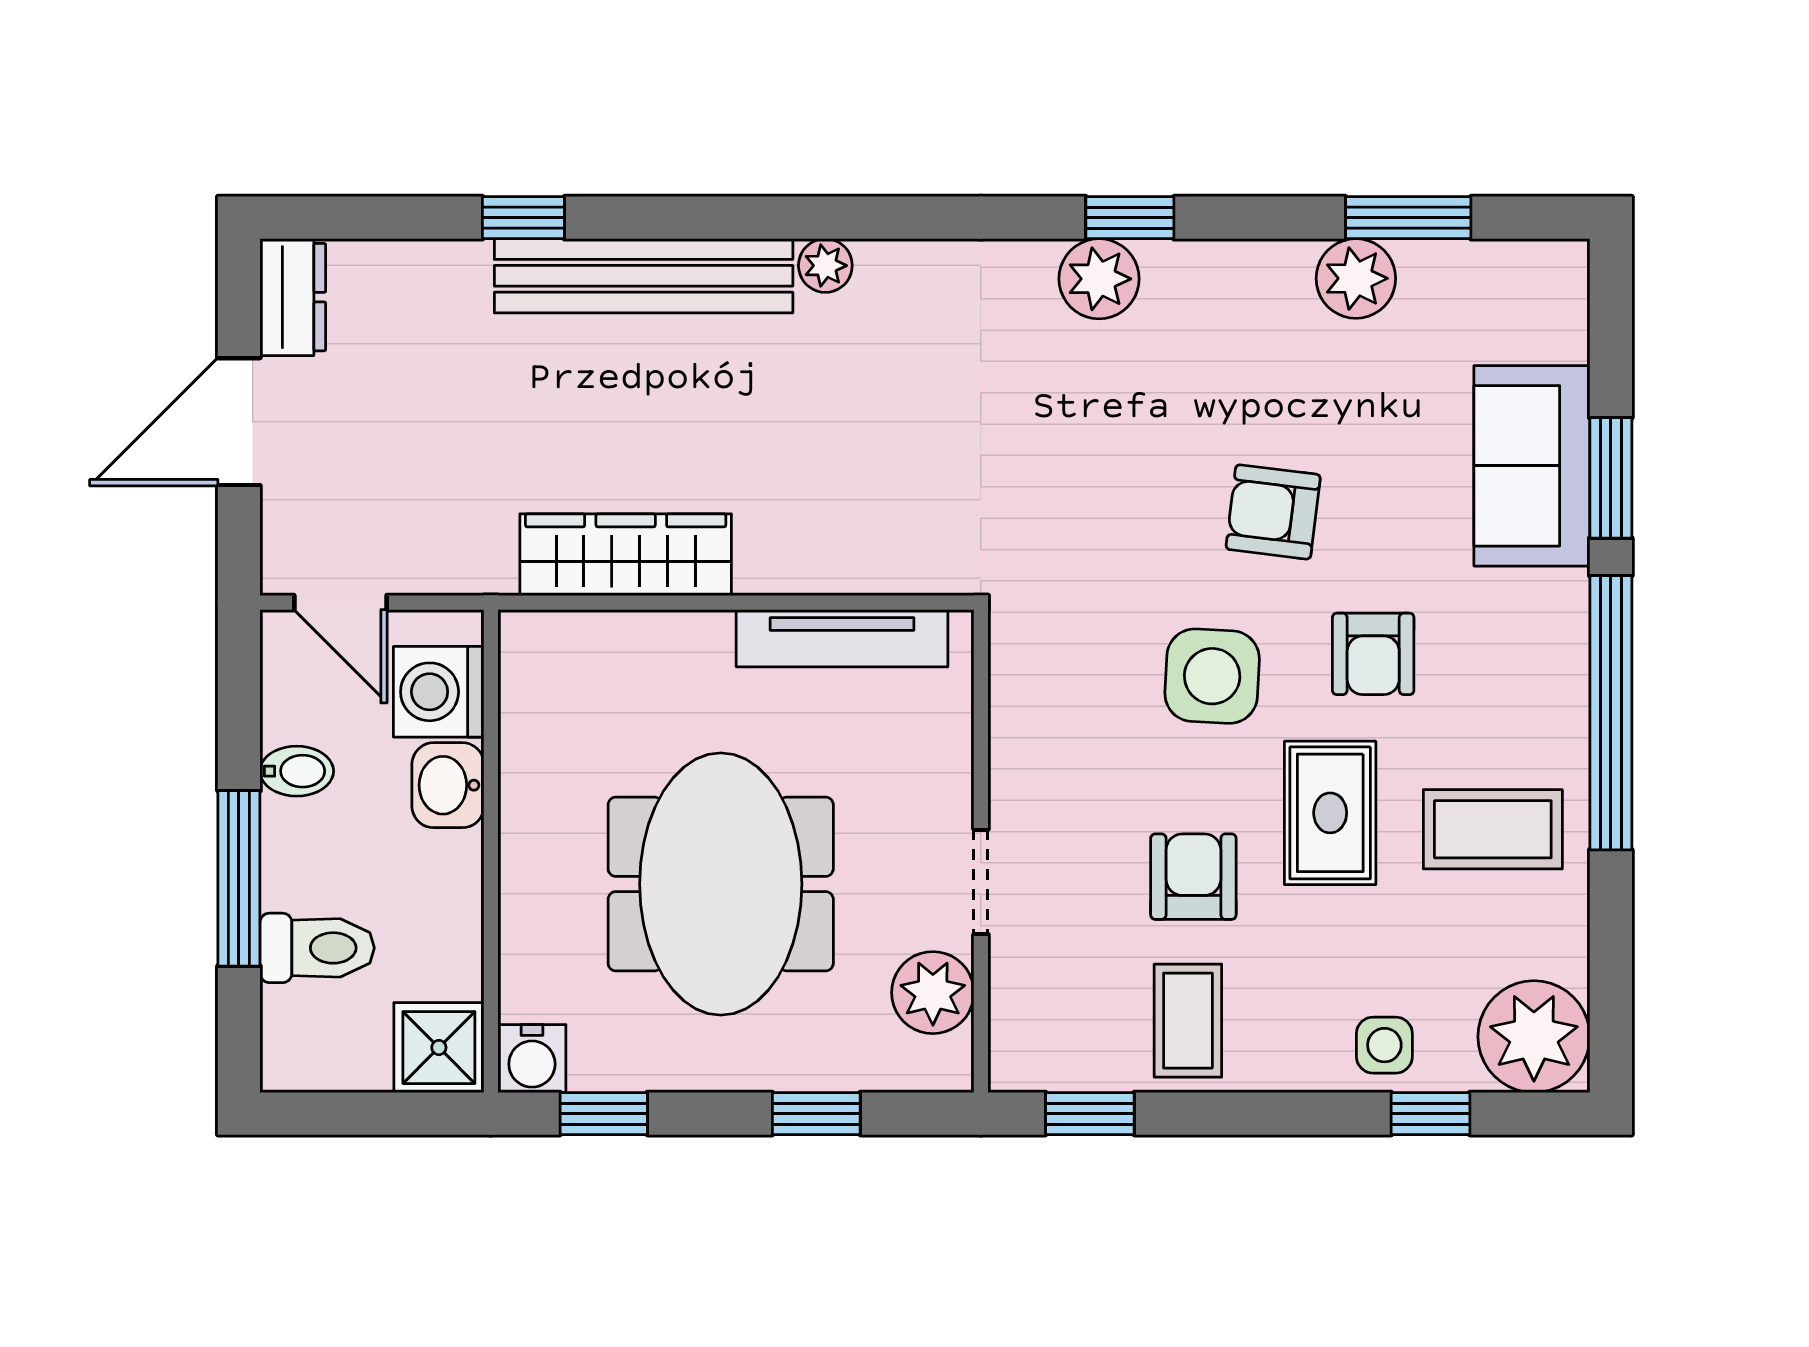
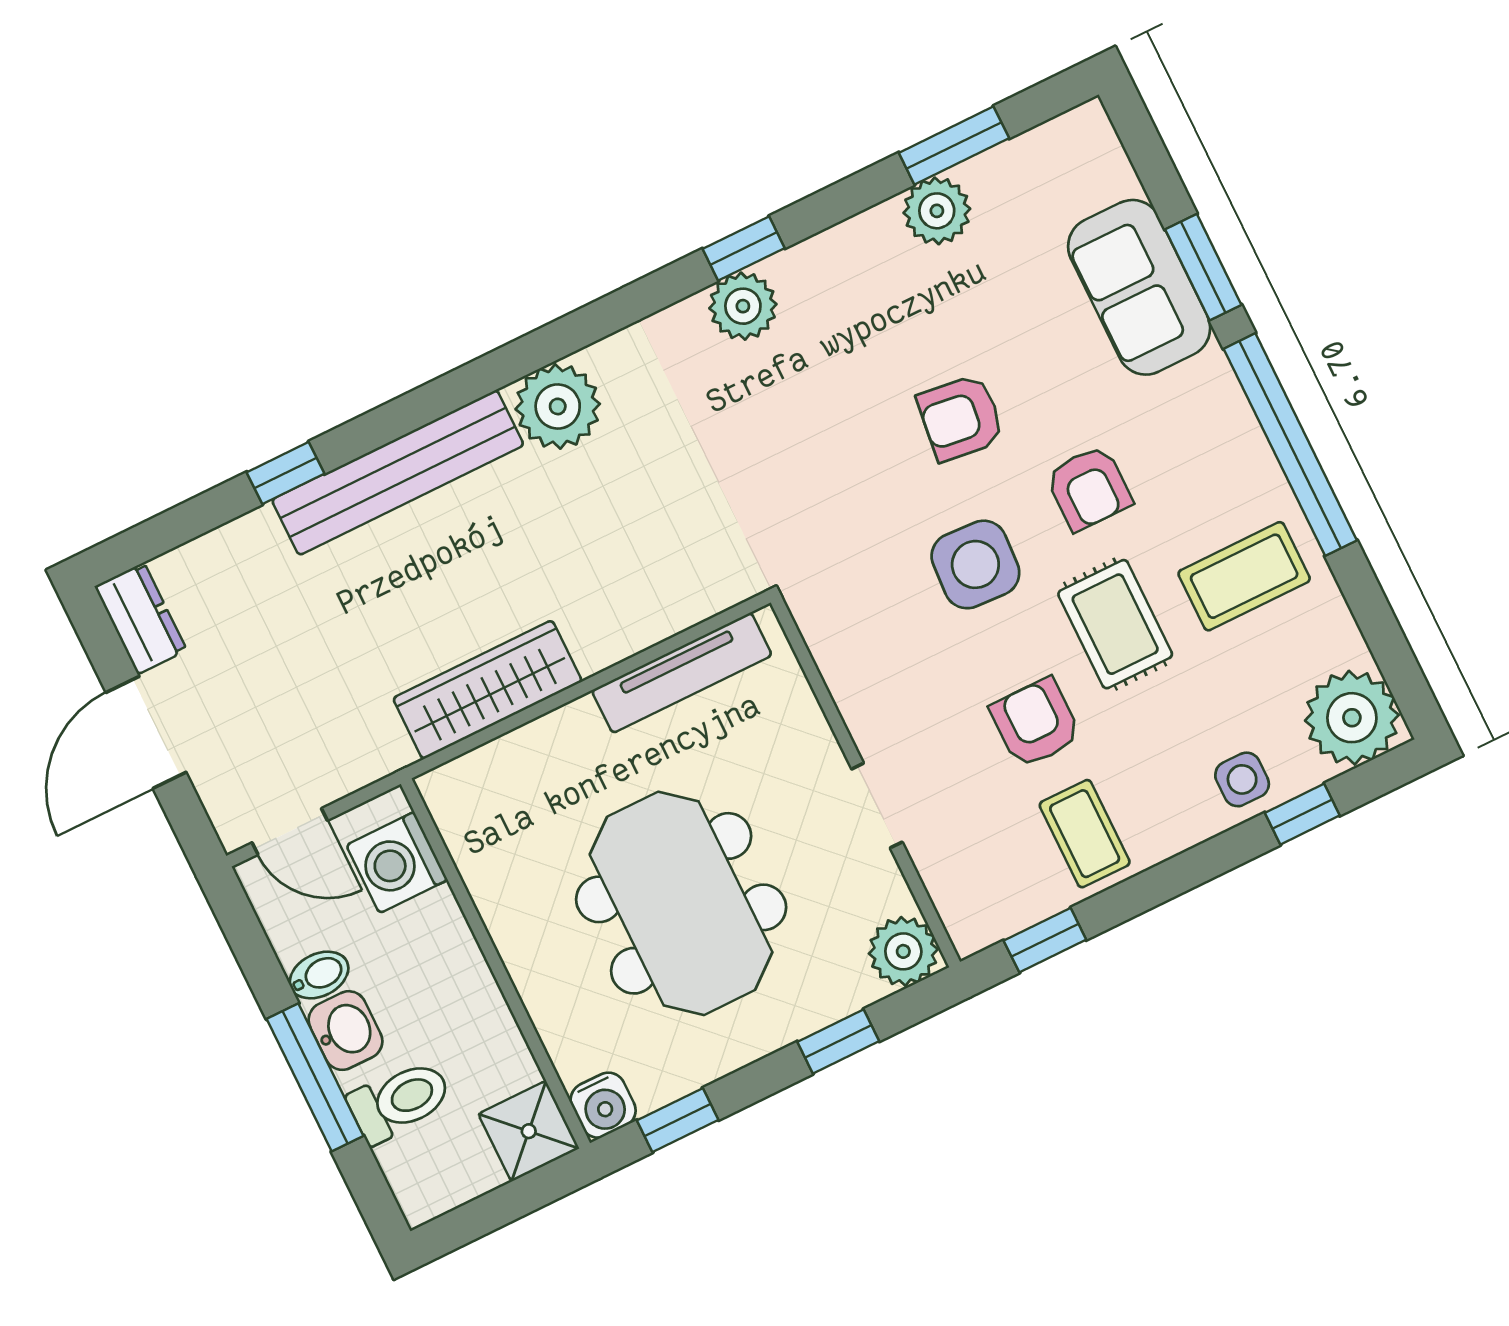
plant: (825, 266) -> (558, 406), width x1.87, depth x1.87
washbasin: (448, 785) -> (346, 1031), moved, turned 180
plant: (933, 993) -> (903, 951), moved

